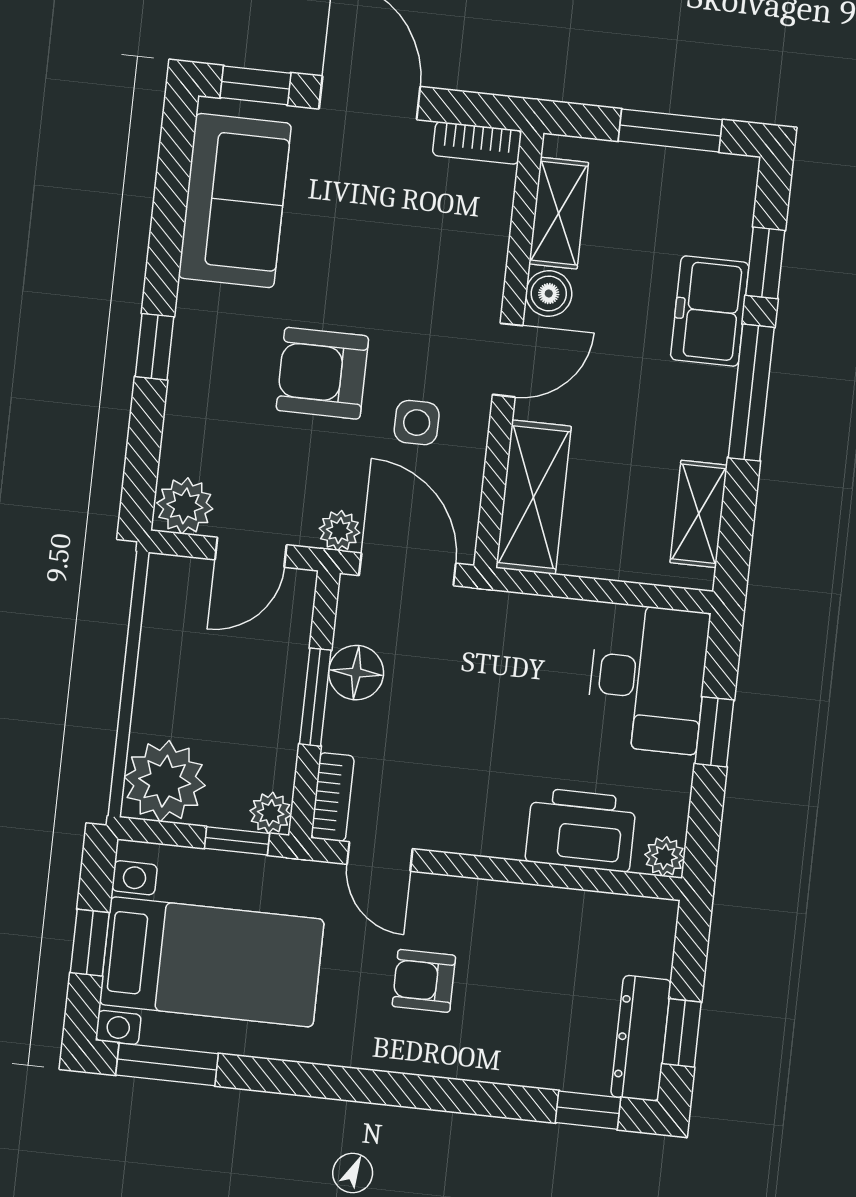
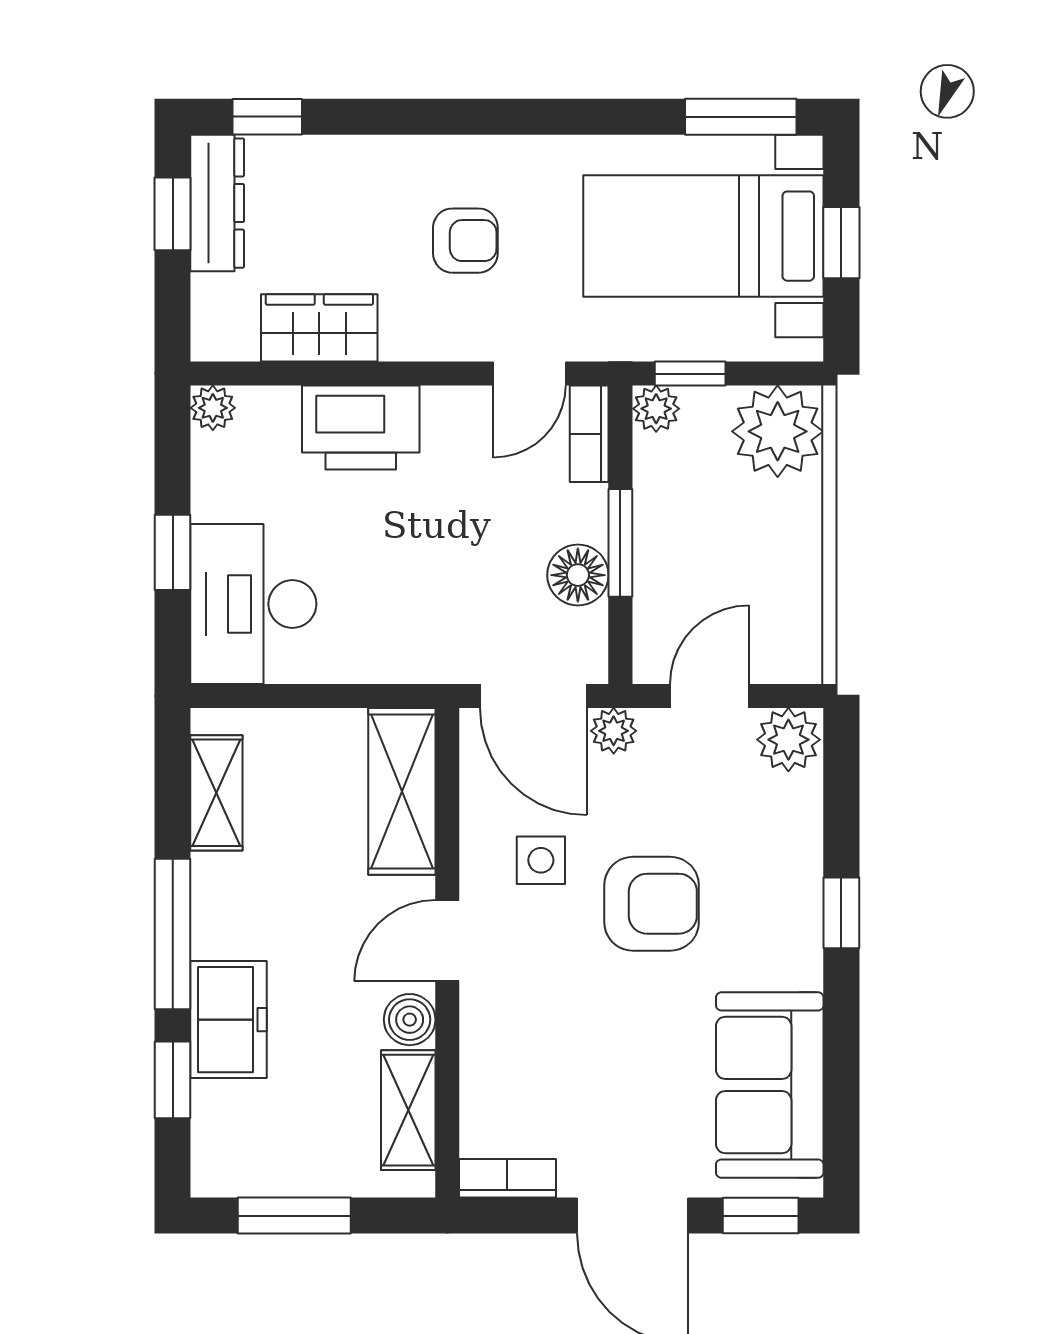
printer: (581, 830) -> (361, 427), moved
door: (380, 856) -> (529, 374), swing flipped
wardrobe: (562, 917) -> (319, 328), added

